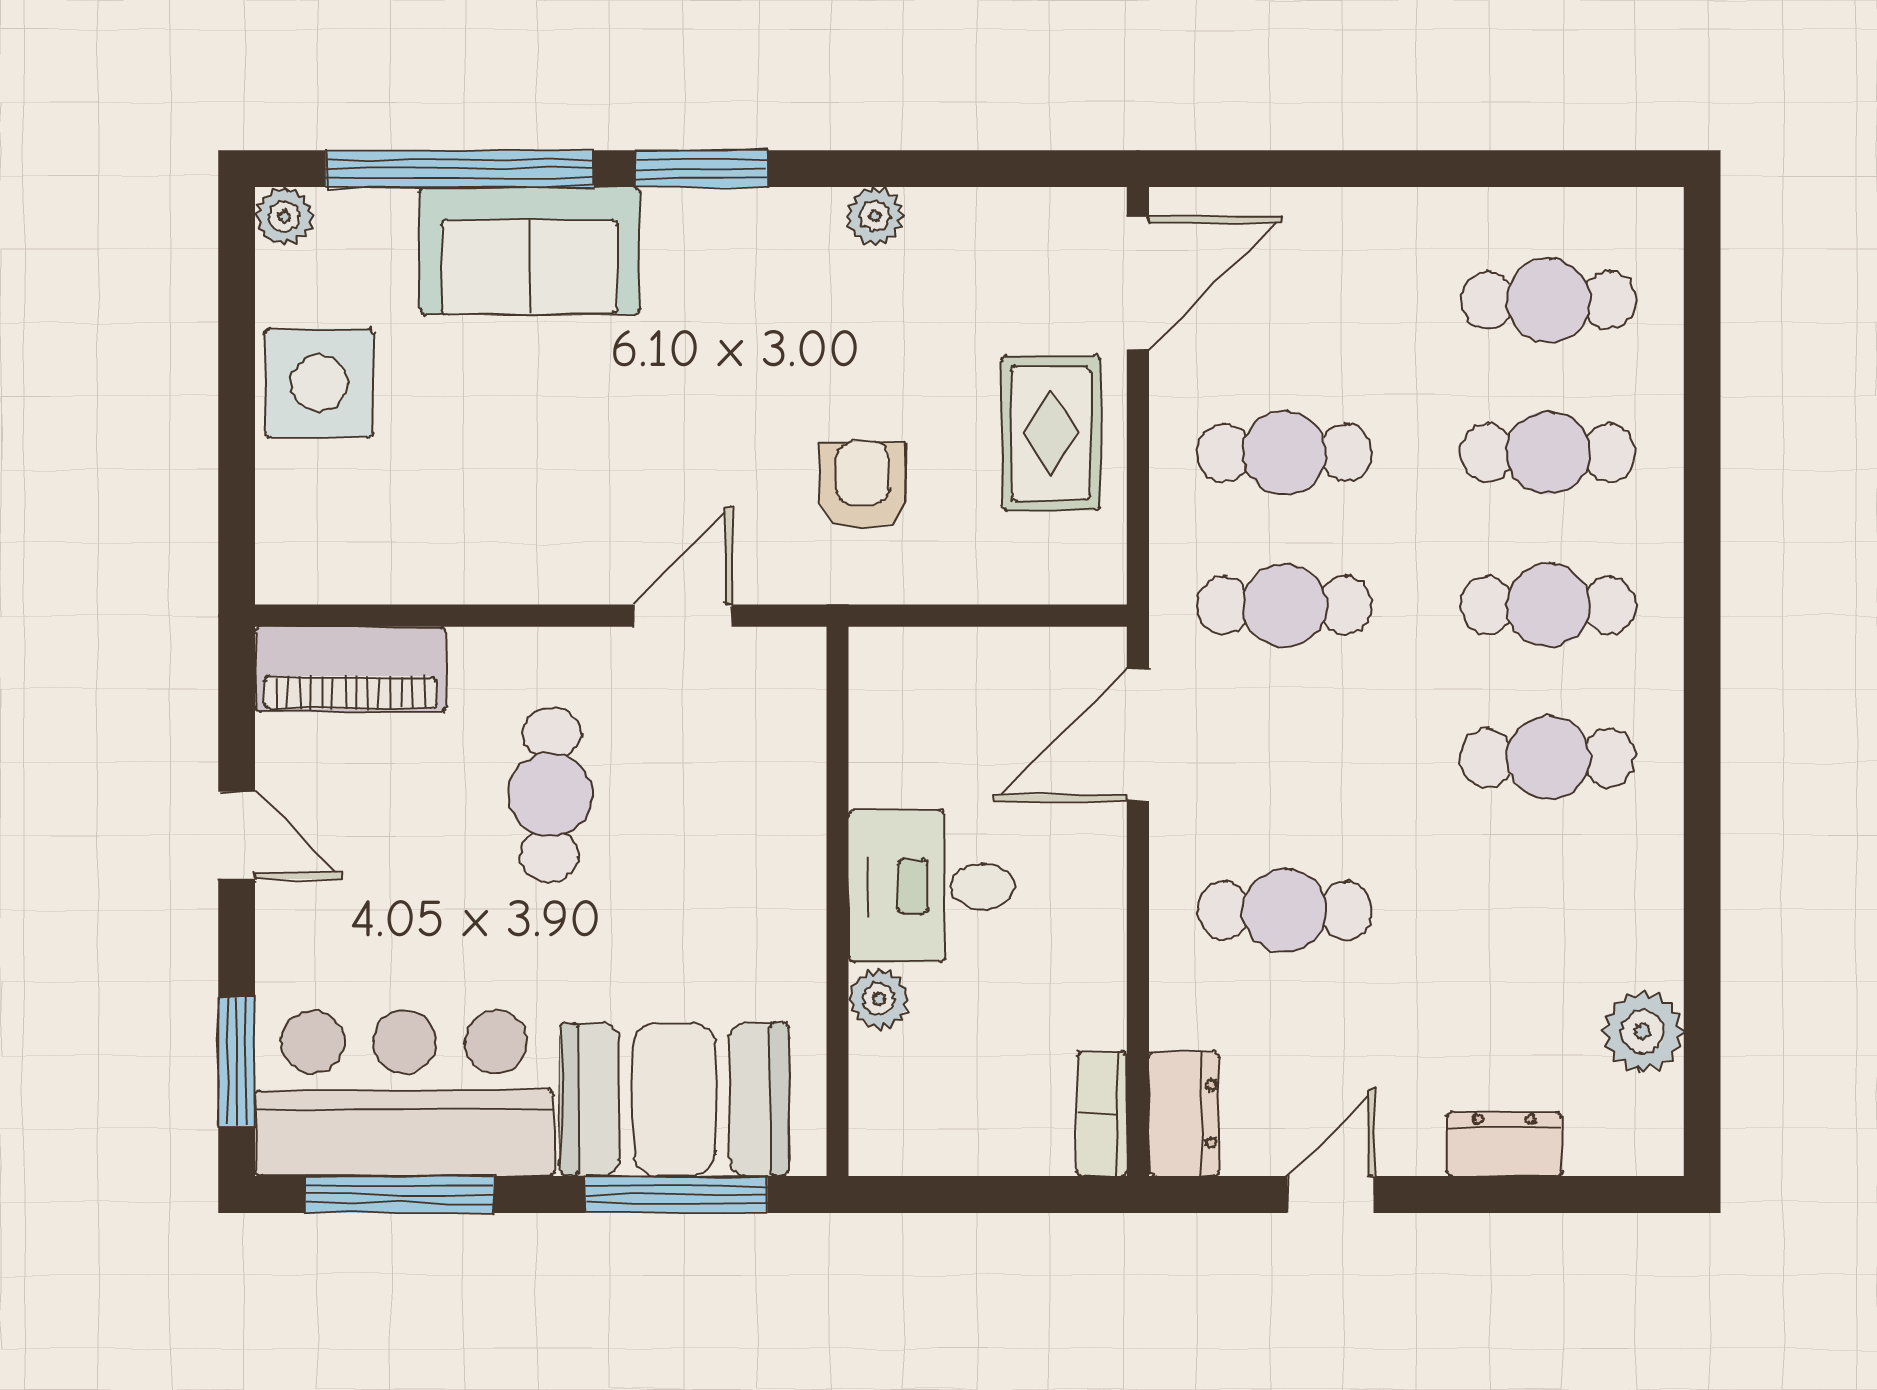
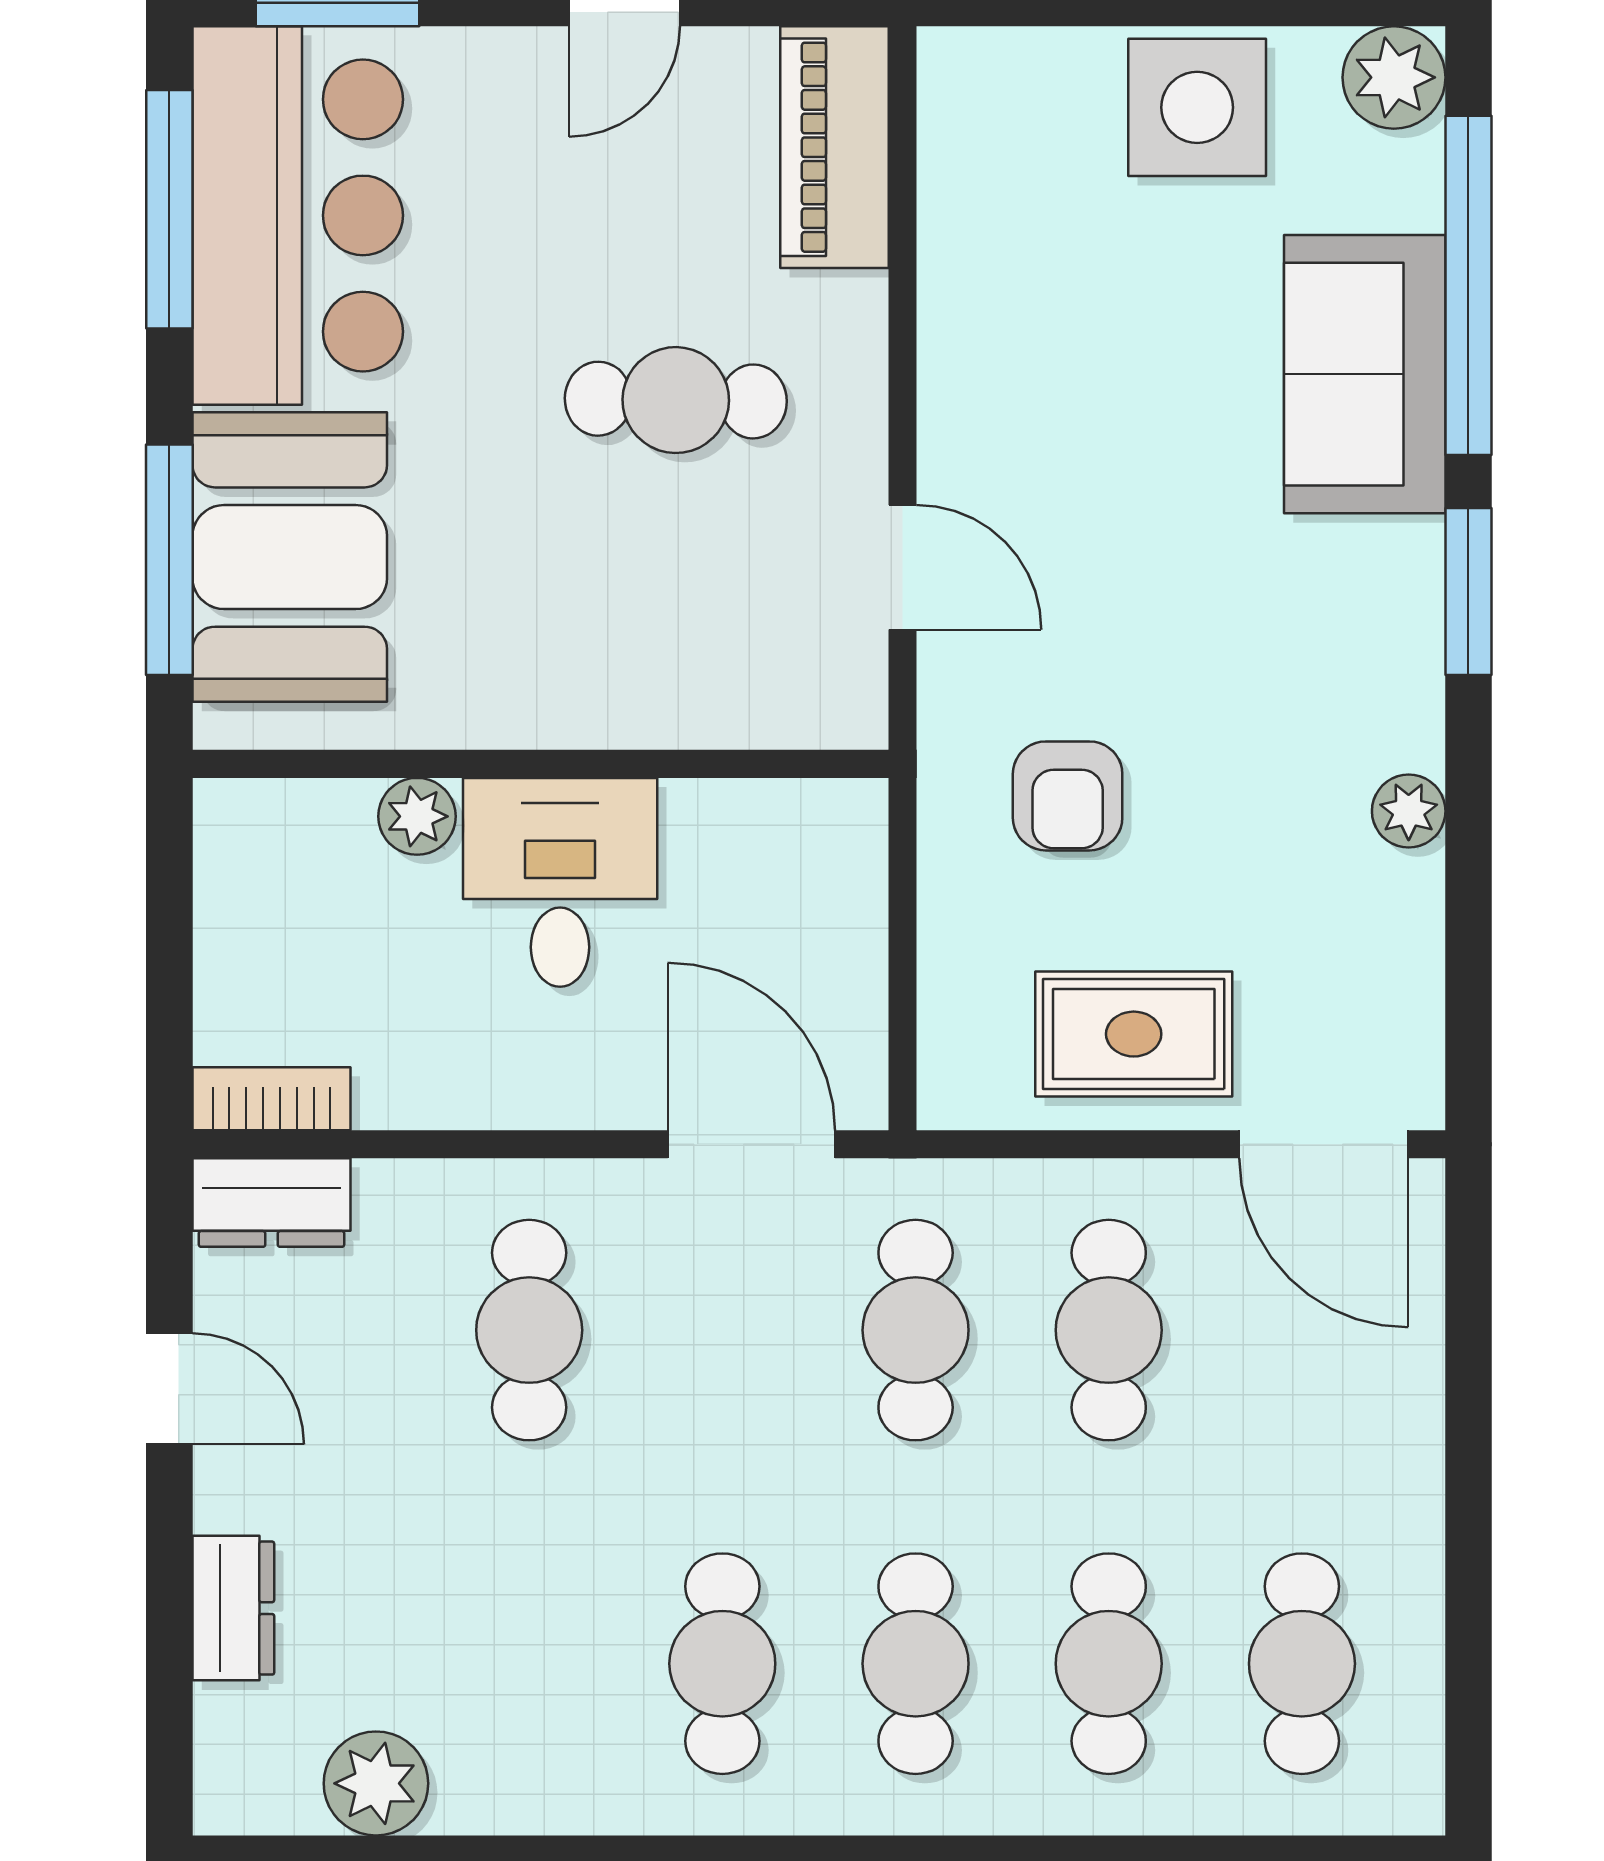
plant: (284, 216) -> (1394, 77), width x1.38, depth x1.38
armchair: (863, 485) -> (1068, 796), turned 90

